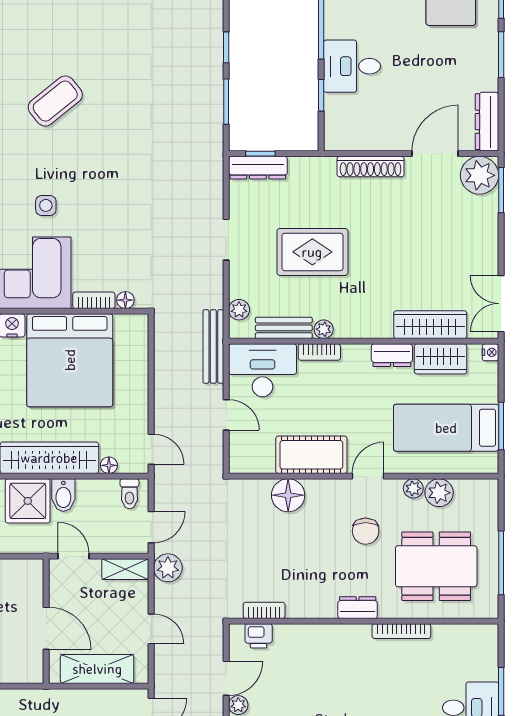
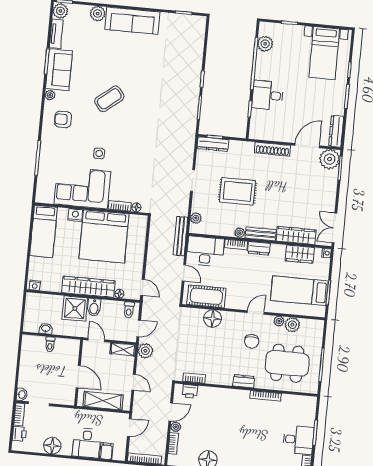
bench: (284, 328) -> (261, 234), moved
dresser: (392, 355) -> (259, 248), moved
cot: (311, 455) -> (206, 296), moved

